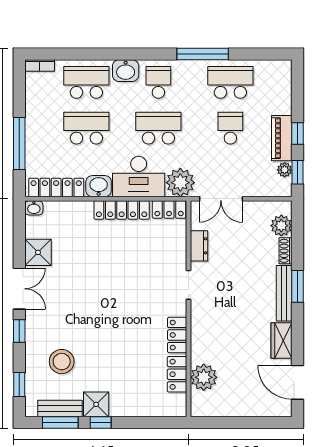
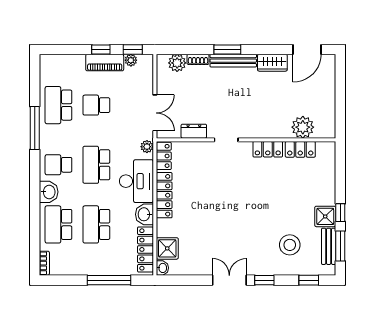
plant: (180, 183) -> (147, 147), width x0.53, depth x0.53
shower: (38, 252) -> (167, 248), moved

